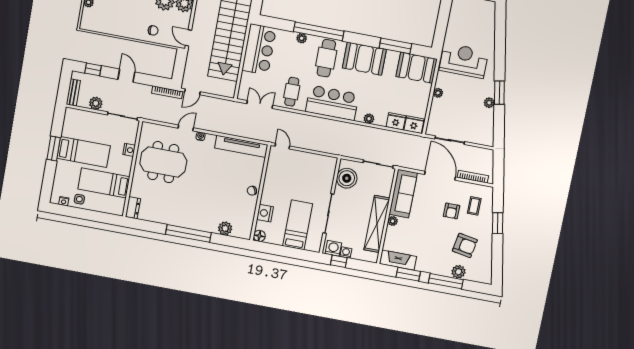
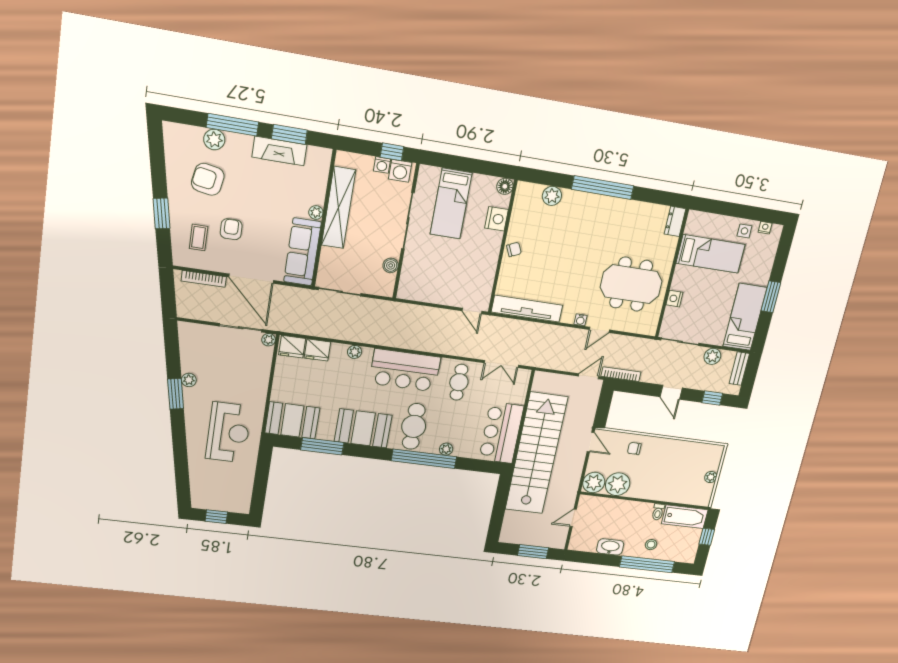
reception desk: (464, 61) -> (228, 432), turned -90
plant: (438, 93) -> (269, 340), moved
bed: (84, 152) -> (745, 317), moved, turned 90
boiler: (347, 178) -> (391, 265), width x0.54, depth x0.54
fireplace: (398, 260) -> (279, 151), moved

